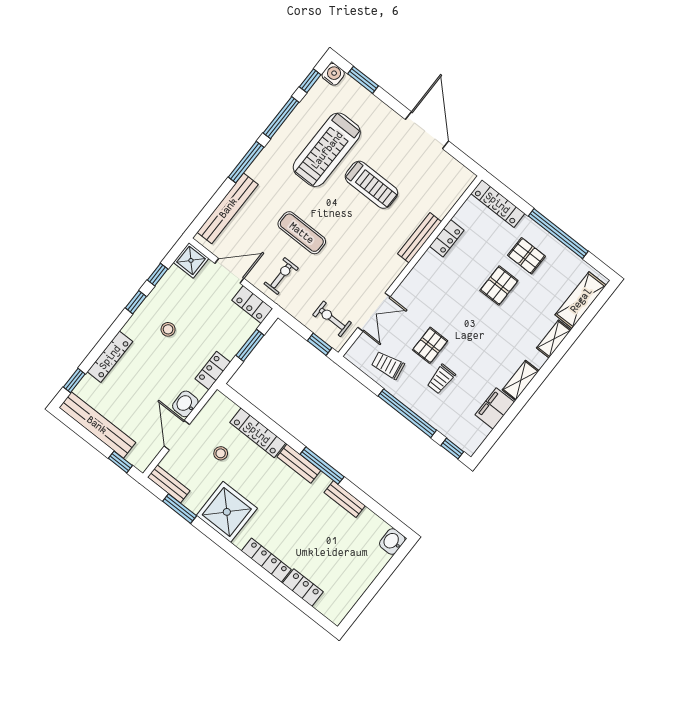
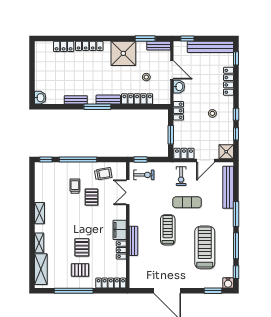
treadmill: (371, 185) -> (168, 230), moved, turned 90
filing cabinet: (495, 408) -> (120, 230), moved, turned 180

